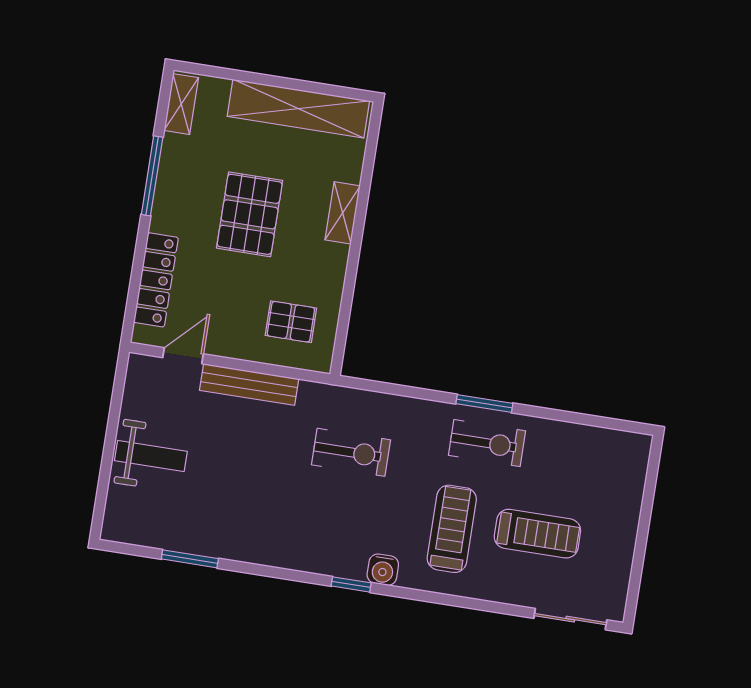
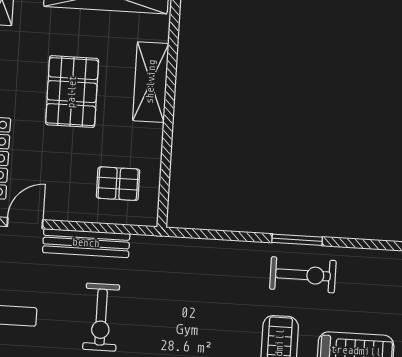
shelving: (343, 213) -> (151, 82), width x1.50, depth x1.33
exercise bike: (351, 452) -> (101, 317), moved, turned 90

